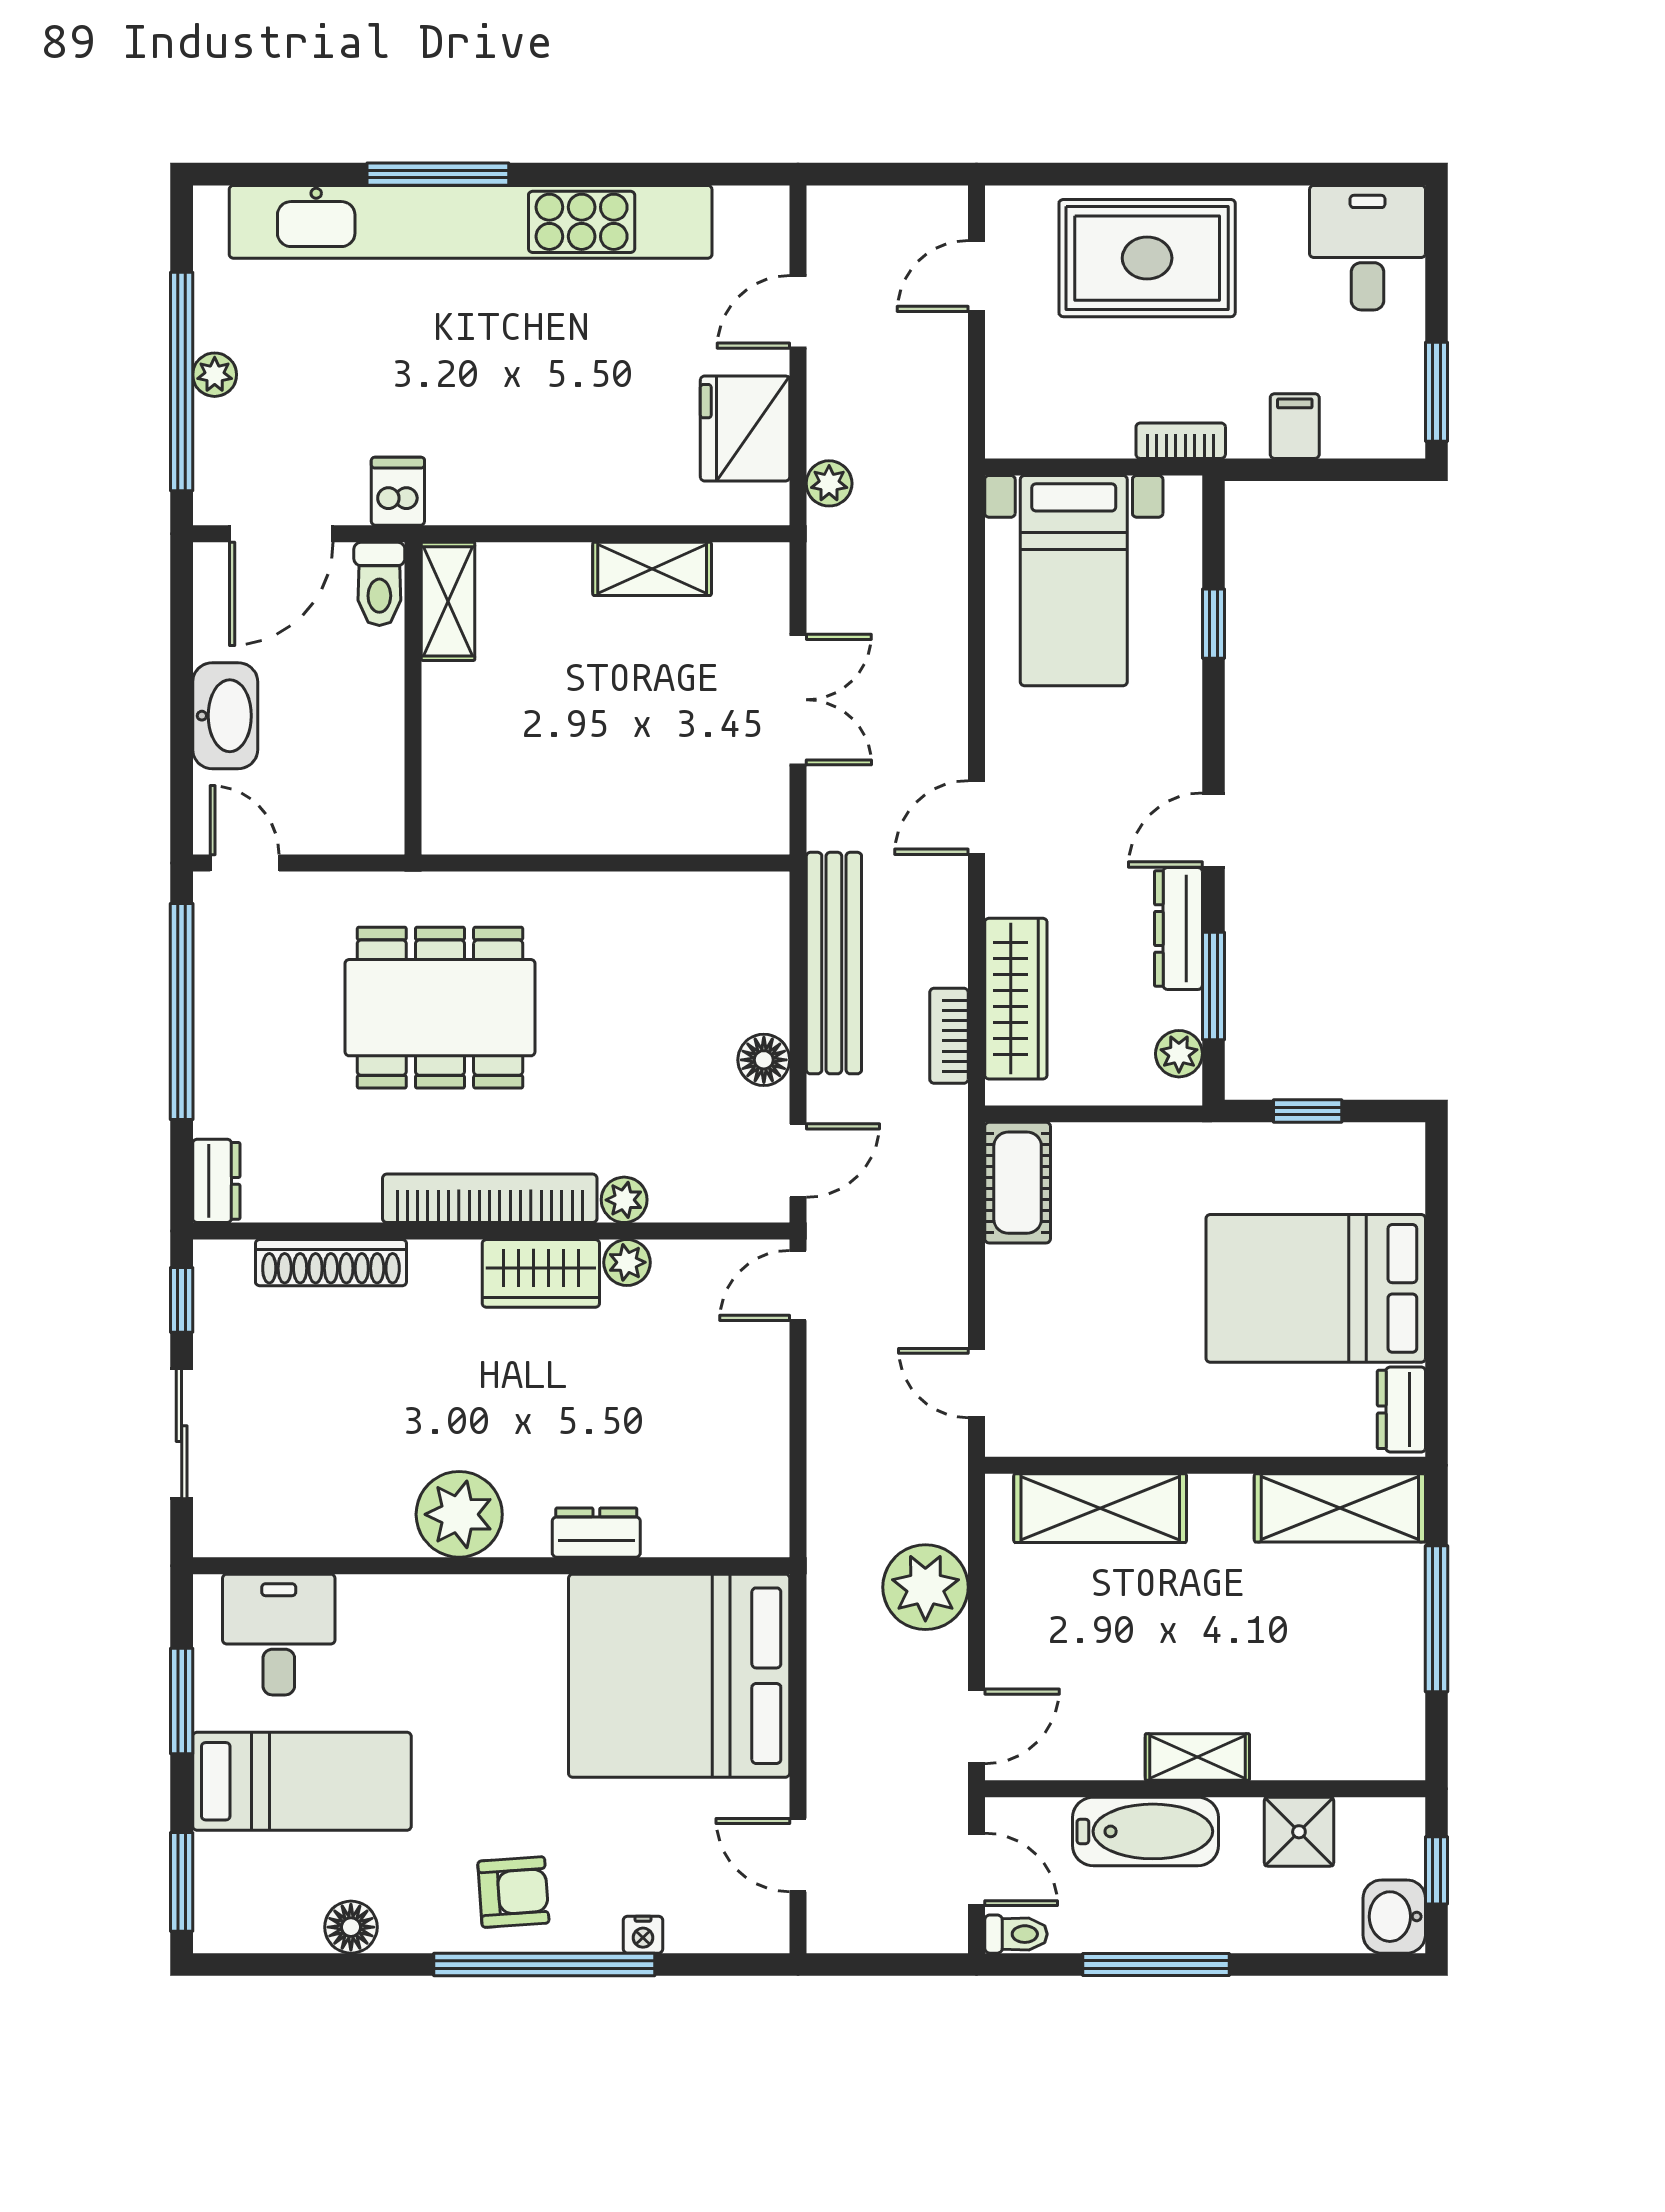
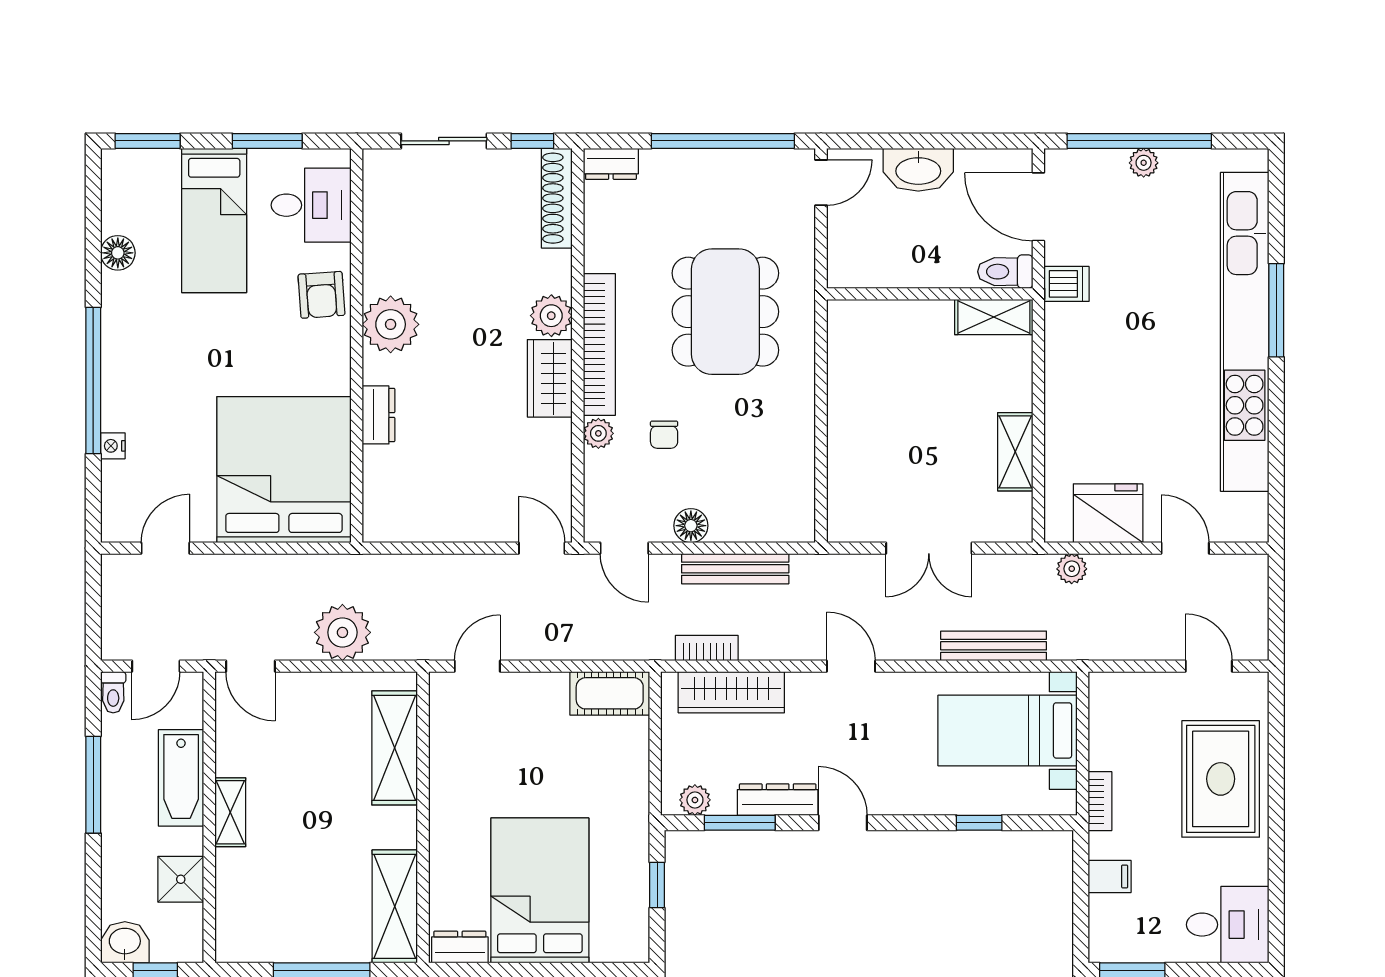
bench: (946, 602) -> (994, 646), added
bench: (834, 963) -> (735, 569), width x0.73, depth x0.82
chair: (626, 1100) -> (664, 435), added
plant: (627, 1262) -> (551, 316), moved, width x1.38, depth x1.38
shoe rack: (331, 1263) -> (557, 198), moved
armchair: (513, 1892) -> (321, 295), moved

